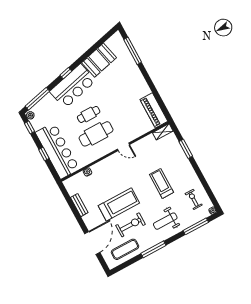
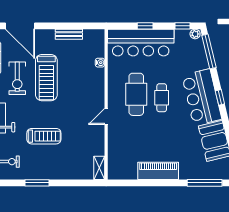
piano: (154, 110) -> (158, 171), moved
window: (186, 149) -> (37, 183), moved

